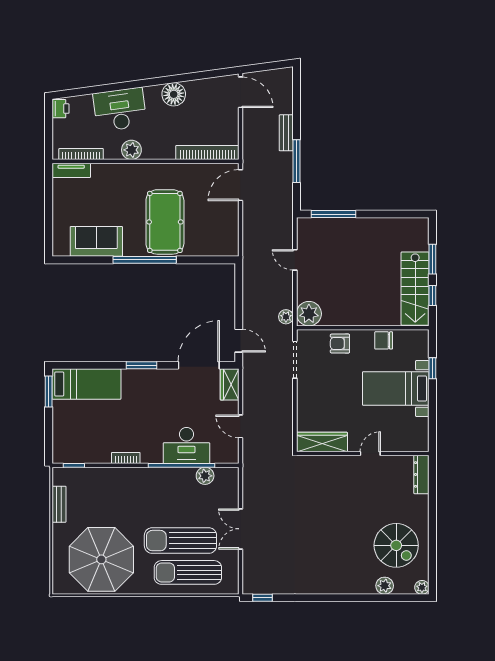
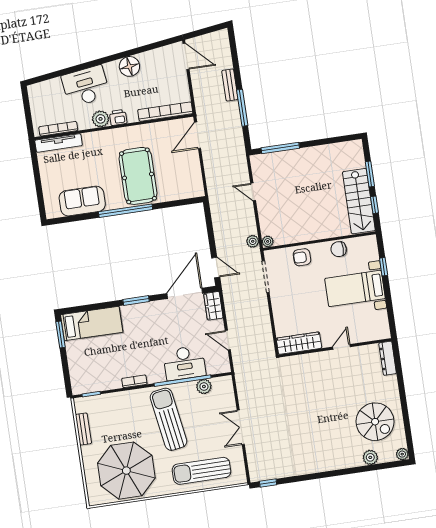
printer: (60, 109) -> (118, 117), moved, turned -90
tv unit: (71, 170) -> (59, 143), width x1.41
plant: (309, 314) -> (268, 241), width x0.53, depth x0.53
sun lounger: (180, 541) -> (169, 419), moved, turned 81

